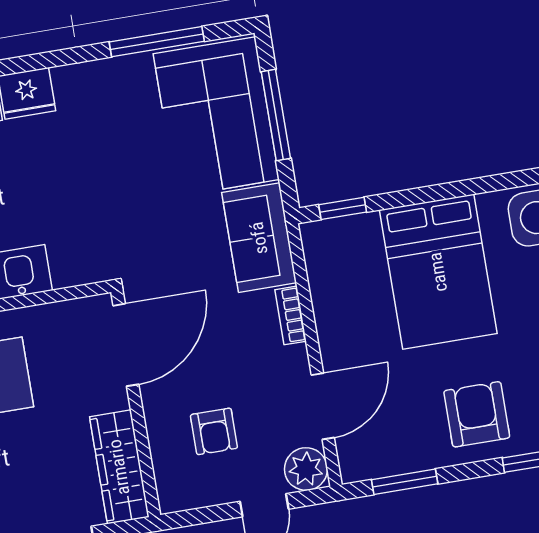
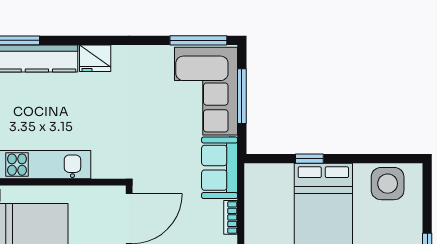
window: (157, 42) -> (198, 40), moved
window: (343, 208) -> (309, 159), moved

